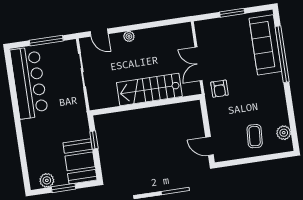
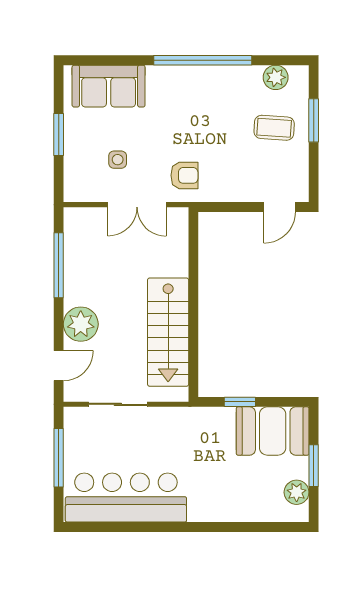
window: (157, 24) -> (59, 265), added
plant: (129, 36) -> (81, 324), width x1.88, depth x1.88
sofa: (265, 45) -> (109, 86), width x0.73
side table: (223, 49) -> (118, 160), added
window: (282, 54) -> (203, 60), moved
stairs: (149, 90) -> (168, 332), moved
window: (262, 158) -> (314, 120), added

